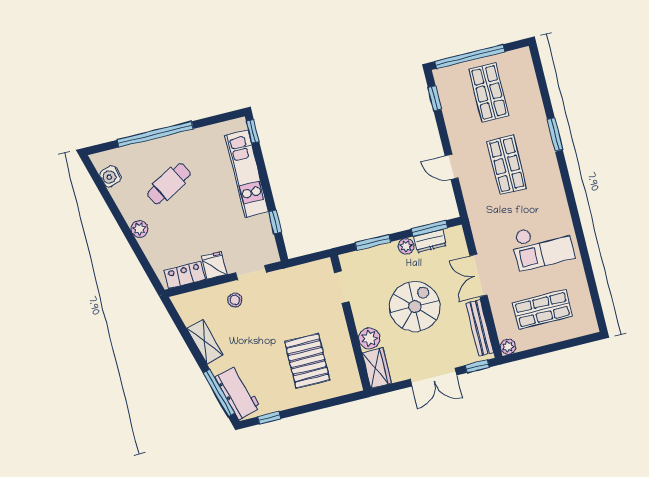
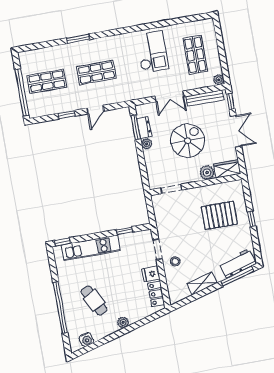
window: (435, 98) -> (67, 115), moved
window: (373, 242) -> (143, 166), removed
spiral stairs: (415, 307) -> (188, 141), turned 90
window: (269, 418) -> (251, 219), moved

